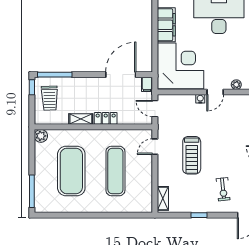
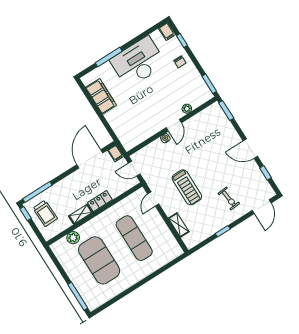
corner desk: (181, 66) -> (133, 122), removed
plant: (41, 136) -> (73, 238), moved
shelving: (163, 198) -> (179, 225), moved

